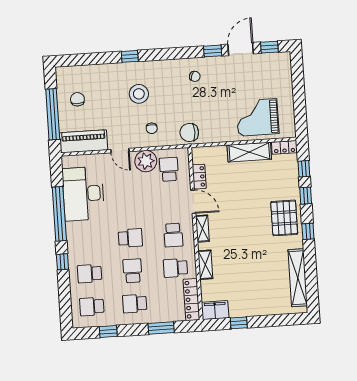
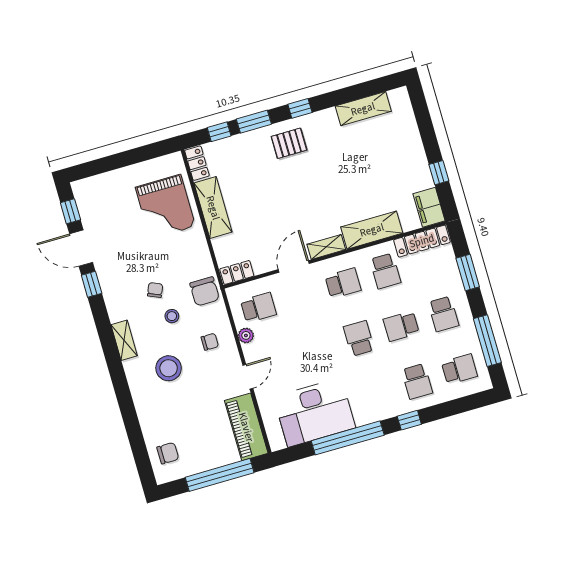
window: (130, 56) -> (122, 391), removed
shelving: (166, 66) -> (124, 340), added
chair: (195, 76) -> (155, 290), moved
chair: (77, 99) -> (168, 453), moved, turned 180
stool: (176, 105) -> (172, 316), added
plant: (146, 161) -> (246, 335), width x0.53, depth x0.53
school desk: (169, 169) -> (258, 308), turned 180
locker: (199, 177) -> (237, 272), moved
window: (306, 196) -> (254, 122), width x1.50
pallet: (284, 218) -> (289, 143), width x0.67, depth x0.71
shelving: (205, 265) -> (372, 230), width x1.50, depth x1.33
shelving: (298, 278) -> (363, 109), width x0.68
school desk: (92, 306) -> (459, 369), turned -90
window: (108, 332) -> (487, 341), width x2.17

